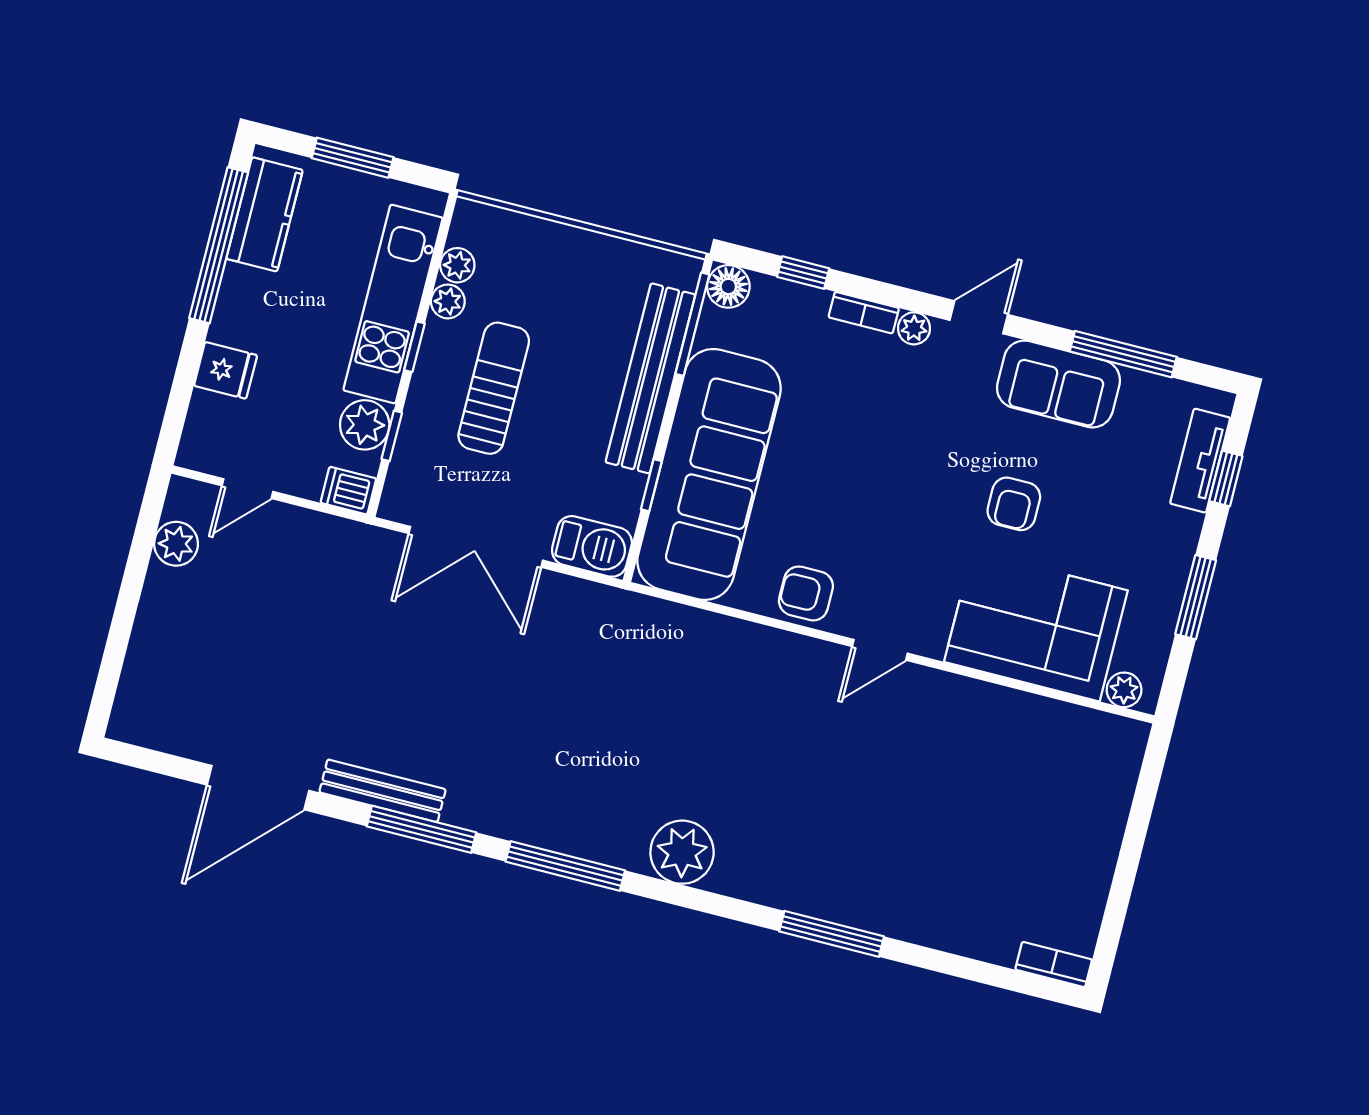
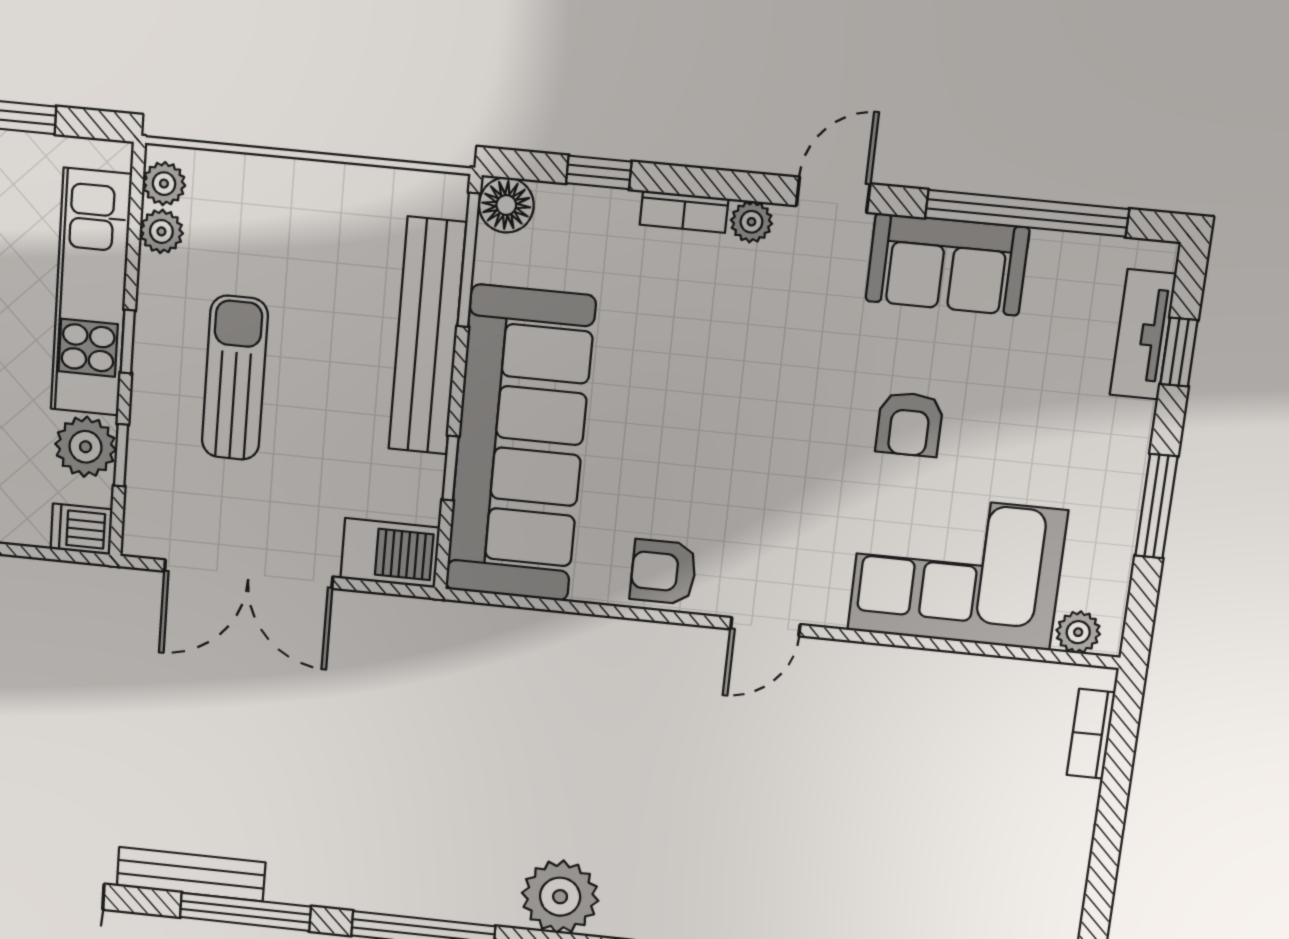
plant: (448, 301) -> (164, 184), moved
window: (1123, 354) -> (1027, 213), width x1.46
bookcase: (1124, 775) -> (1091, 734), added

